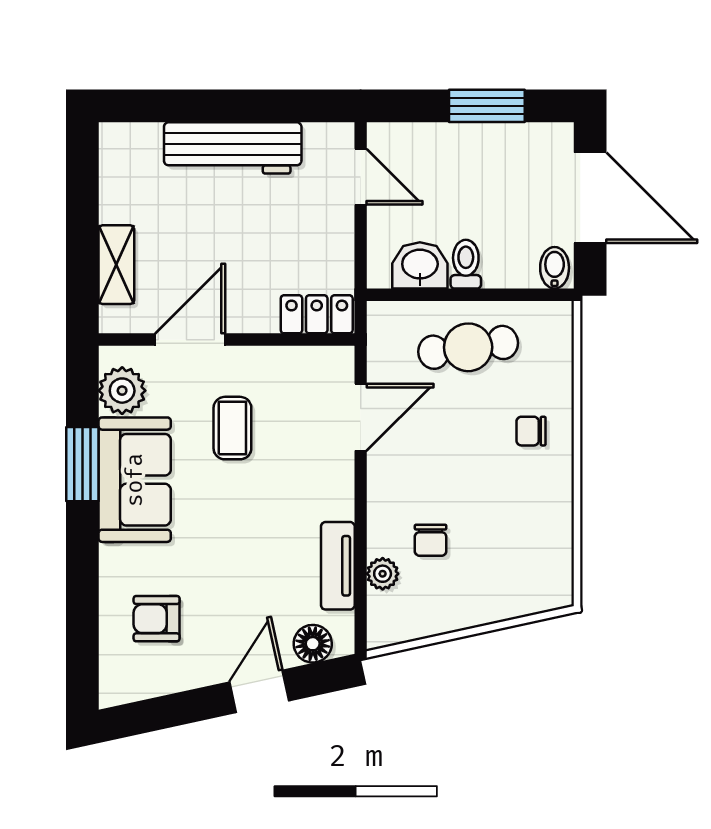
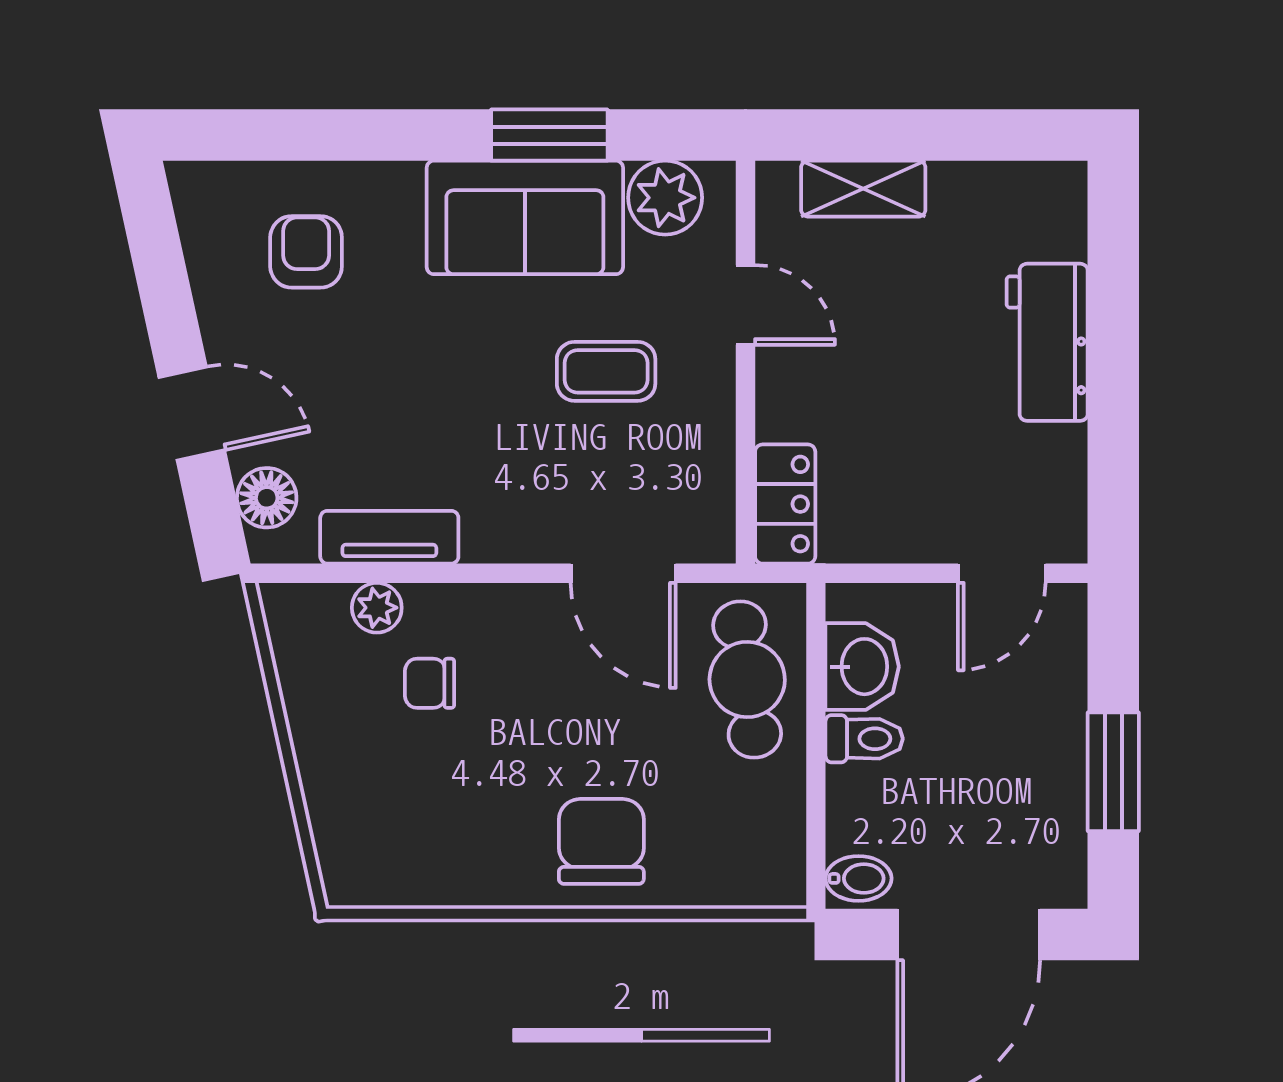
workbench: (233, 148) -> (1047, 342), width x0.73
door: (190, 340) -> (746, 305), width x0.73
cafe table: (468, 347) -> (747, 679), moved
chair: (531, 431) -> (601, 841), width x1.87, depth x1.87

